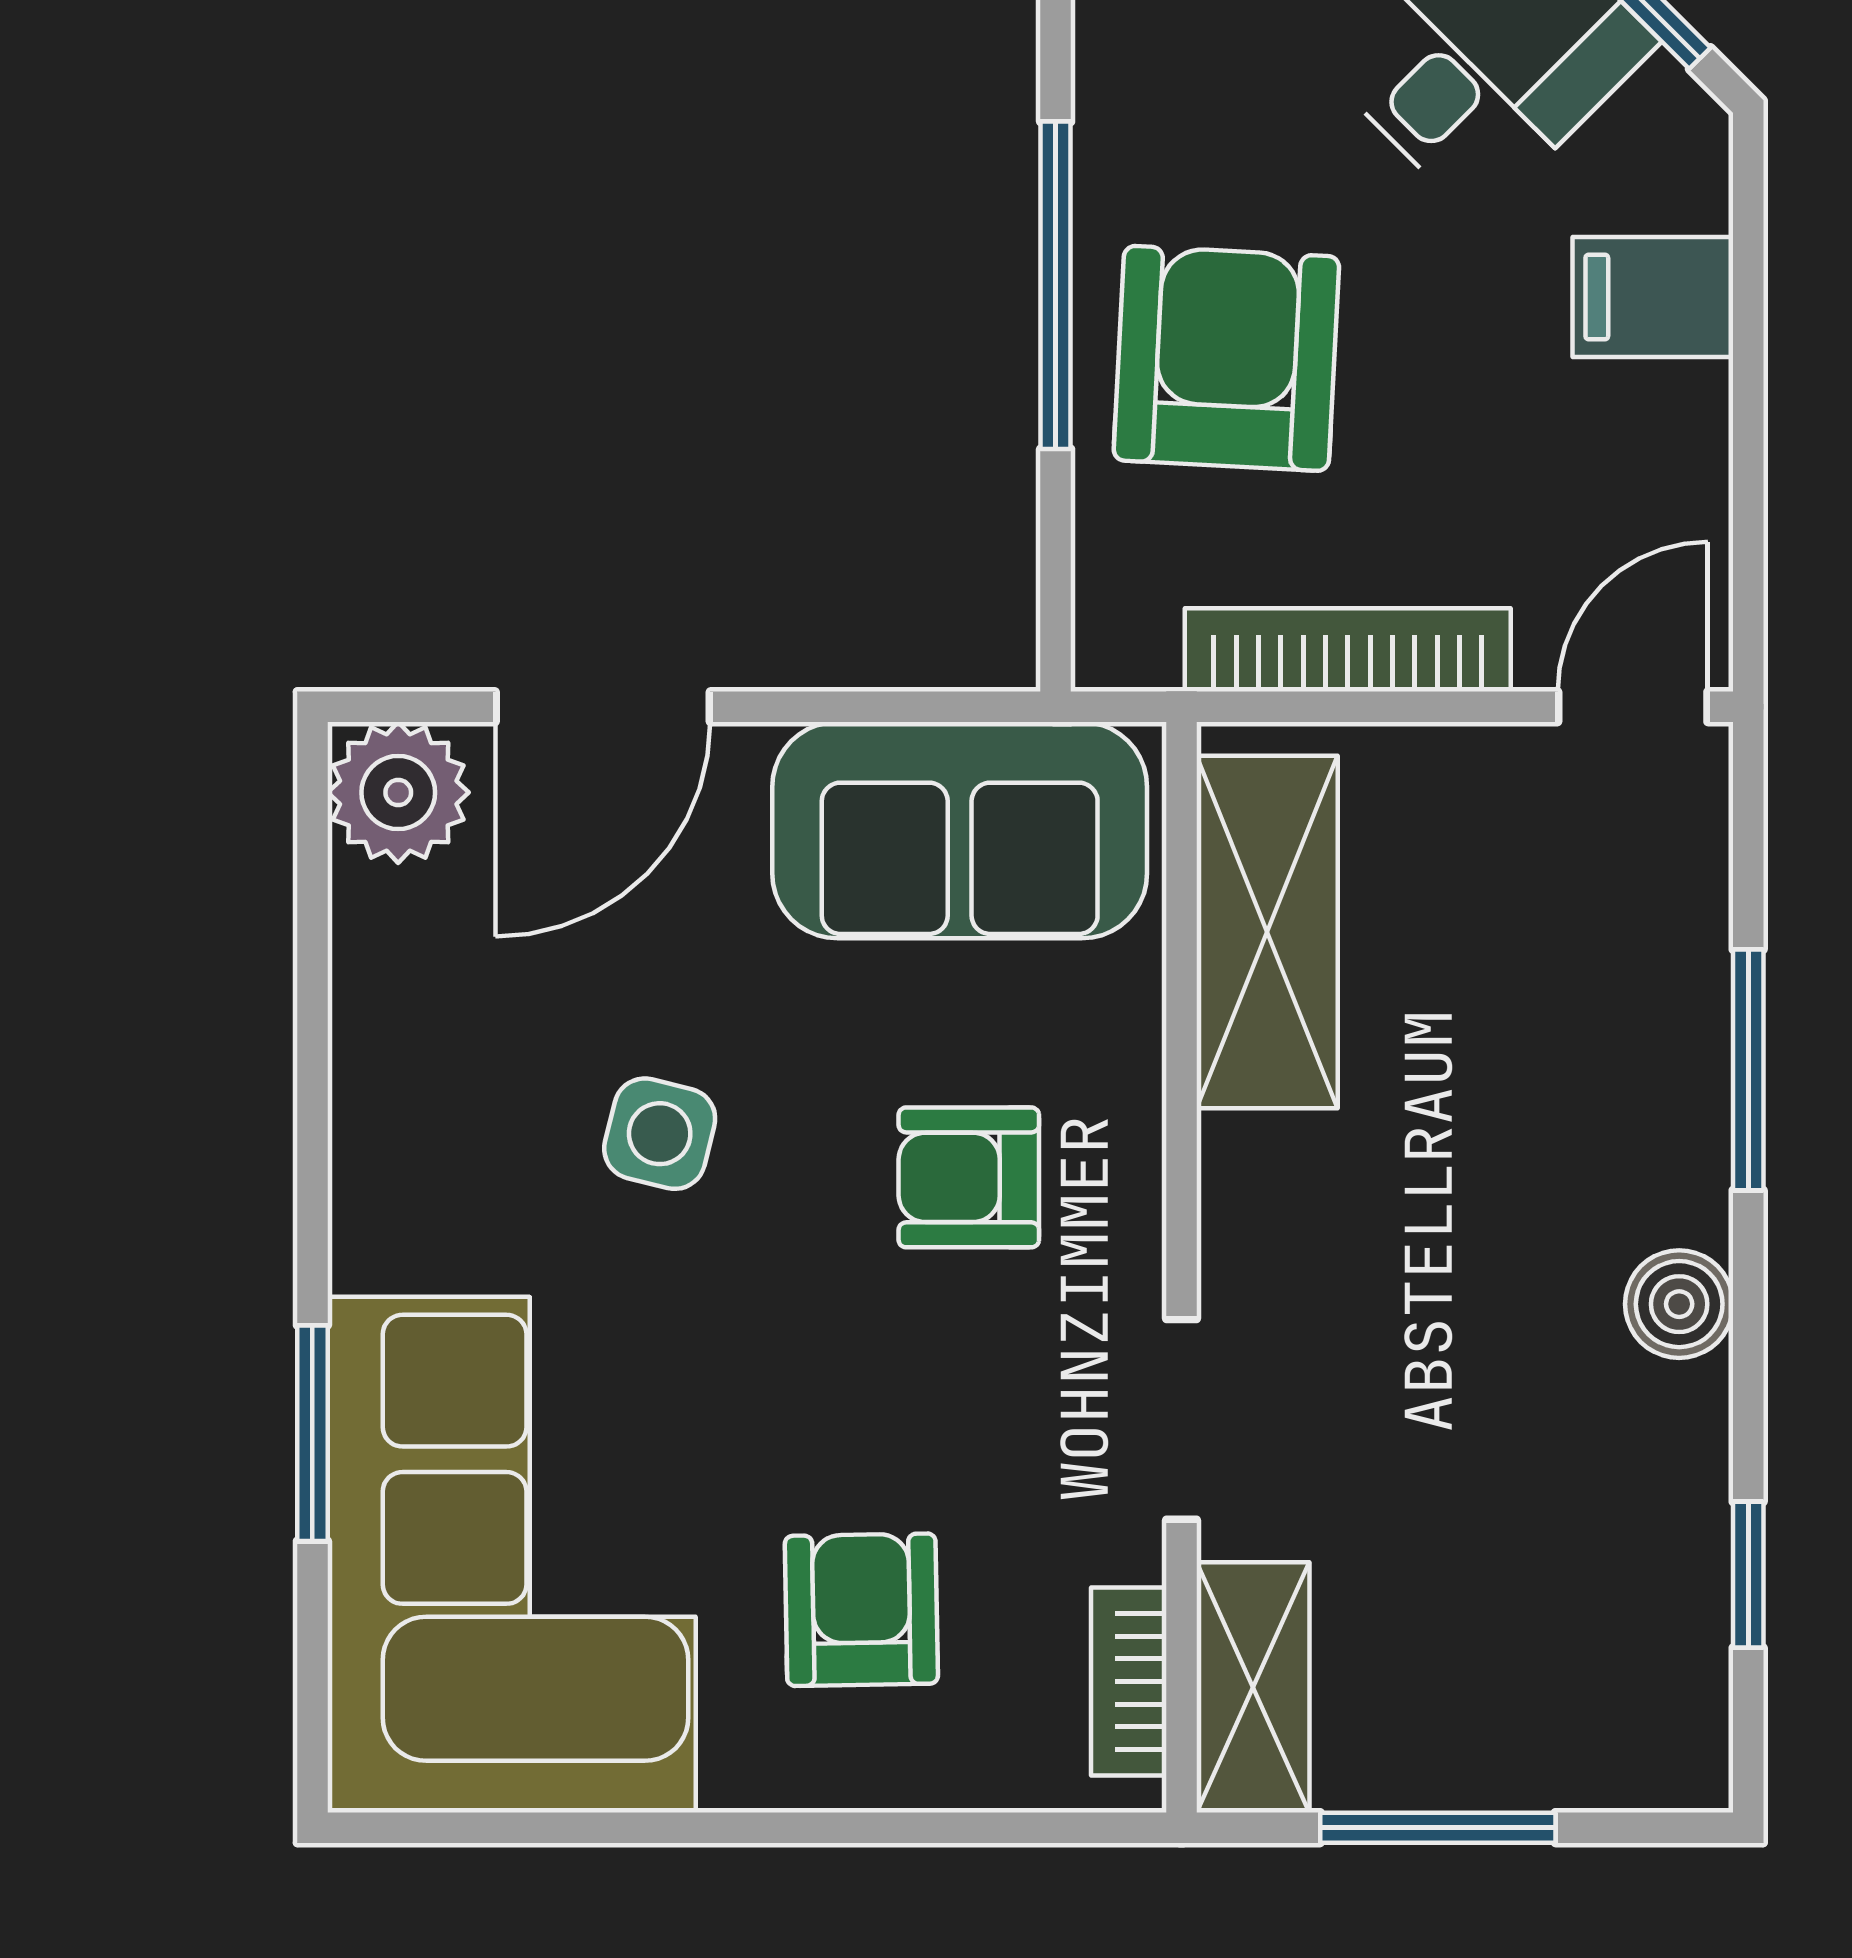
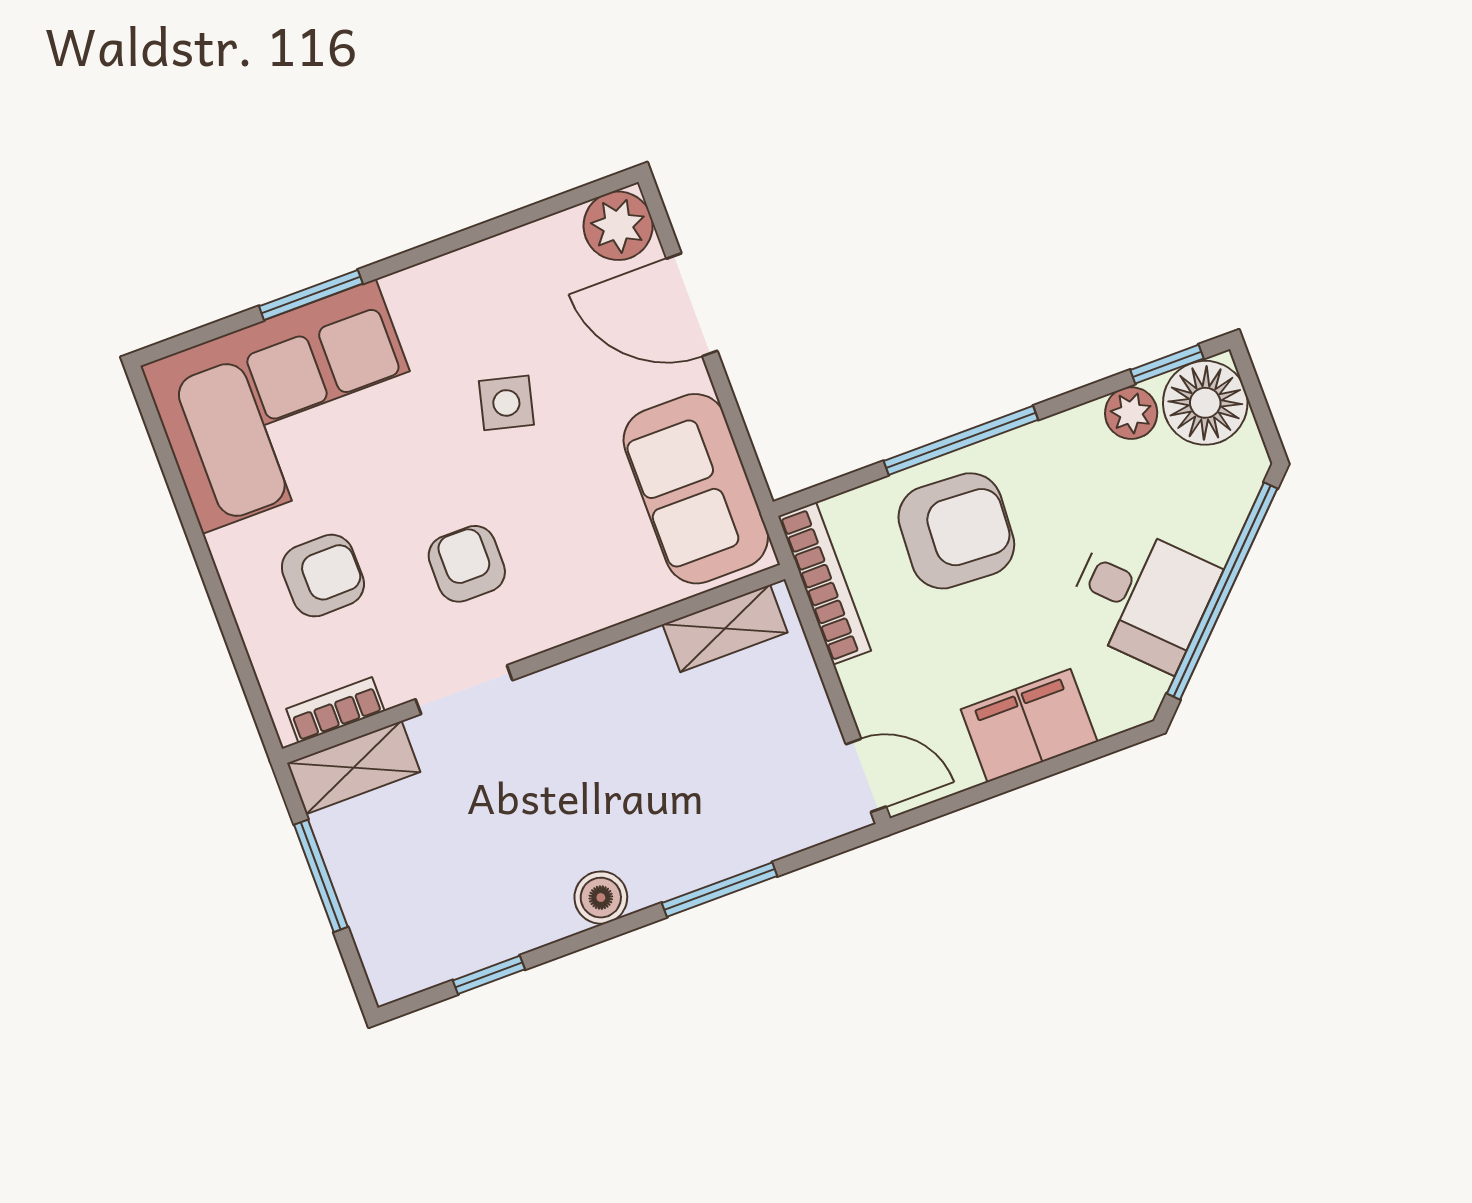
filing cabinet: (1653, 297) -> (1029, 726), width x2.00
bookcase: (1348, 650) -> (824, 583), moved
shelving: (1267, 932) -> (725, 628), width x0.67, depth x0.75
armchair: (969, 1177) -> (467, 564), moved

